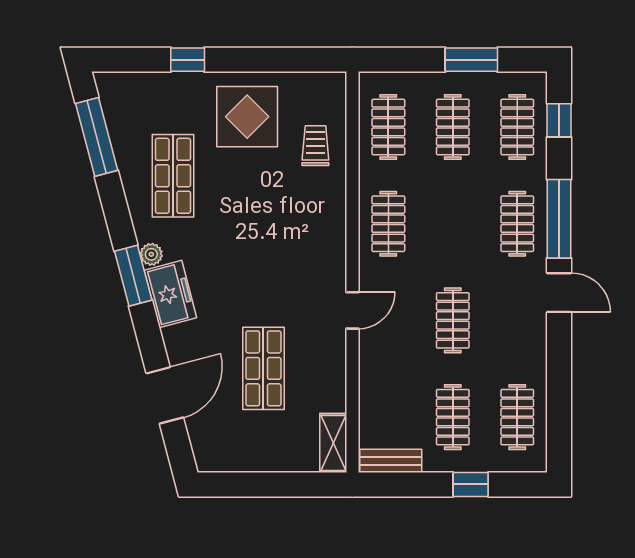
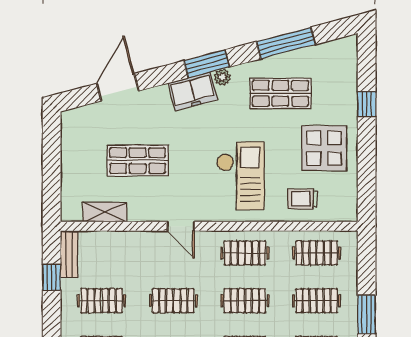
window: (97, 137) -> (286, 43), moved
trolley: (315, 146) -> (303, 199), turned 180
clothes rail: (453, 224) -> (245, 301), added
checkout: (284, 230) -> (240, 176), added
door: (165, 395) -> (118, 87), swing flipped
shelving: (333, 443) -> (105, 212), moved
window: (471, 484) -> (52, 277), moved

